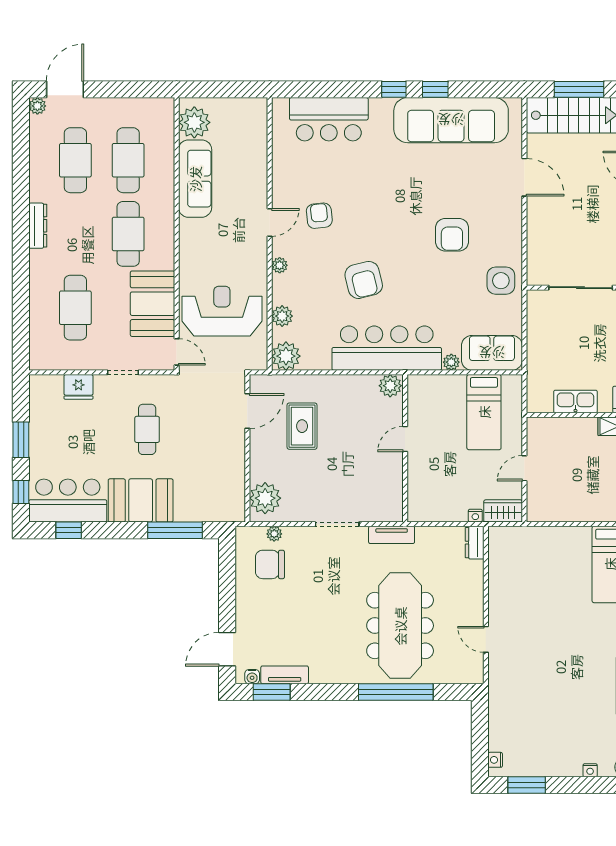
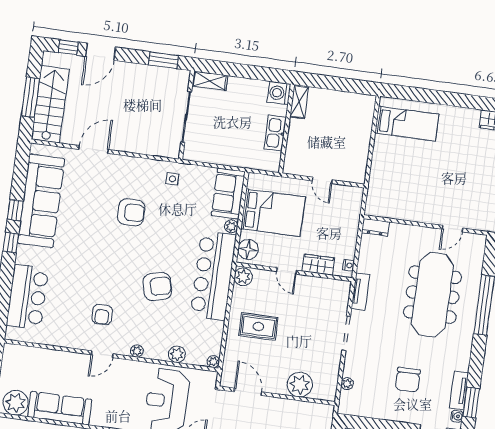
armchair: (319, 216) -> (102, 315), turned -84
door: (270, 222) -> (102, 354), swing flipped
side table: (501, 281) -> (172, 179), width x0.54, depth x0.54
plant: (286, 356) -> (213, 362), width x0.53, depth x0.53
floor lamp: (425, 387) -> (248, 249), added
bed: (484, 412) -> (273, 213), width x1.50
rug: (302, 426) -> (258, 326), moved
plant: (265, 498) -> (300, 385), moved
wardrobe: (503, 511) -> (318, 265), moved, turned 90
nightstand: (475, 516) -> (349, 265), moved
chair: (270, 564) -> (408, 380), moved
meeting table: (400, 626) -> (432, 295), turned 90

